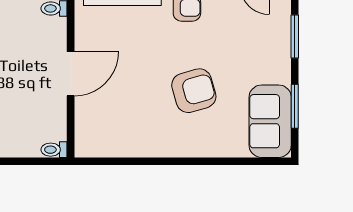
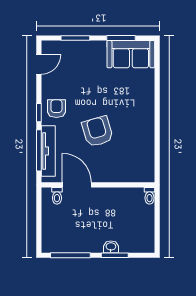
door: (71, 74) -> (77, 185), moved
armchair: (194, 91) -> (97, 131), moved

